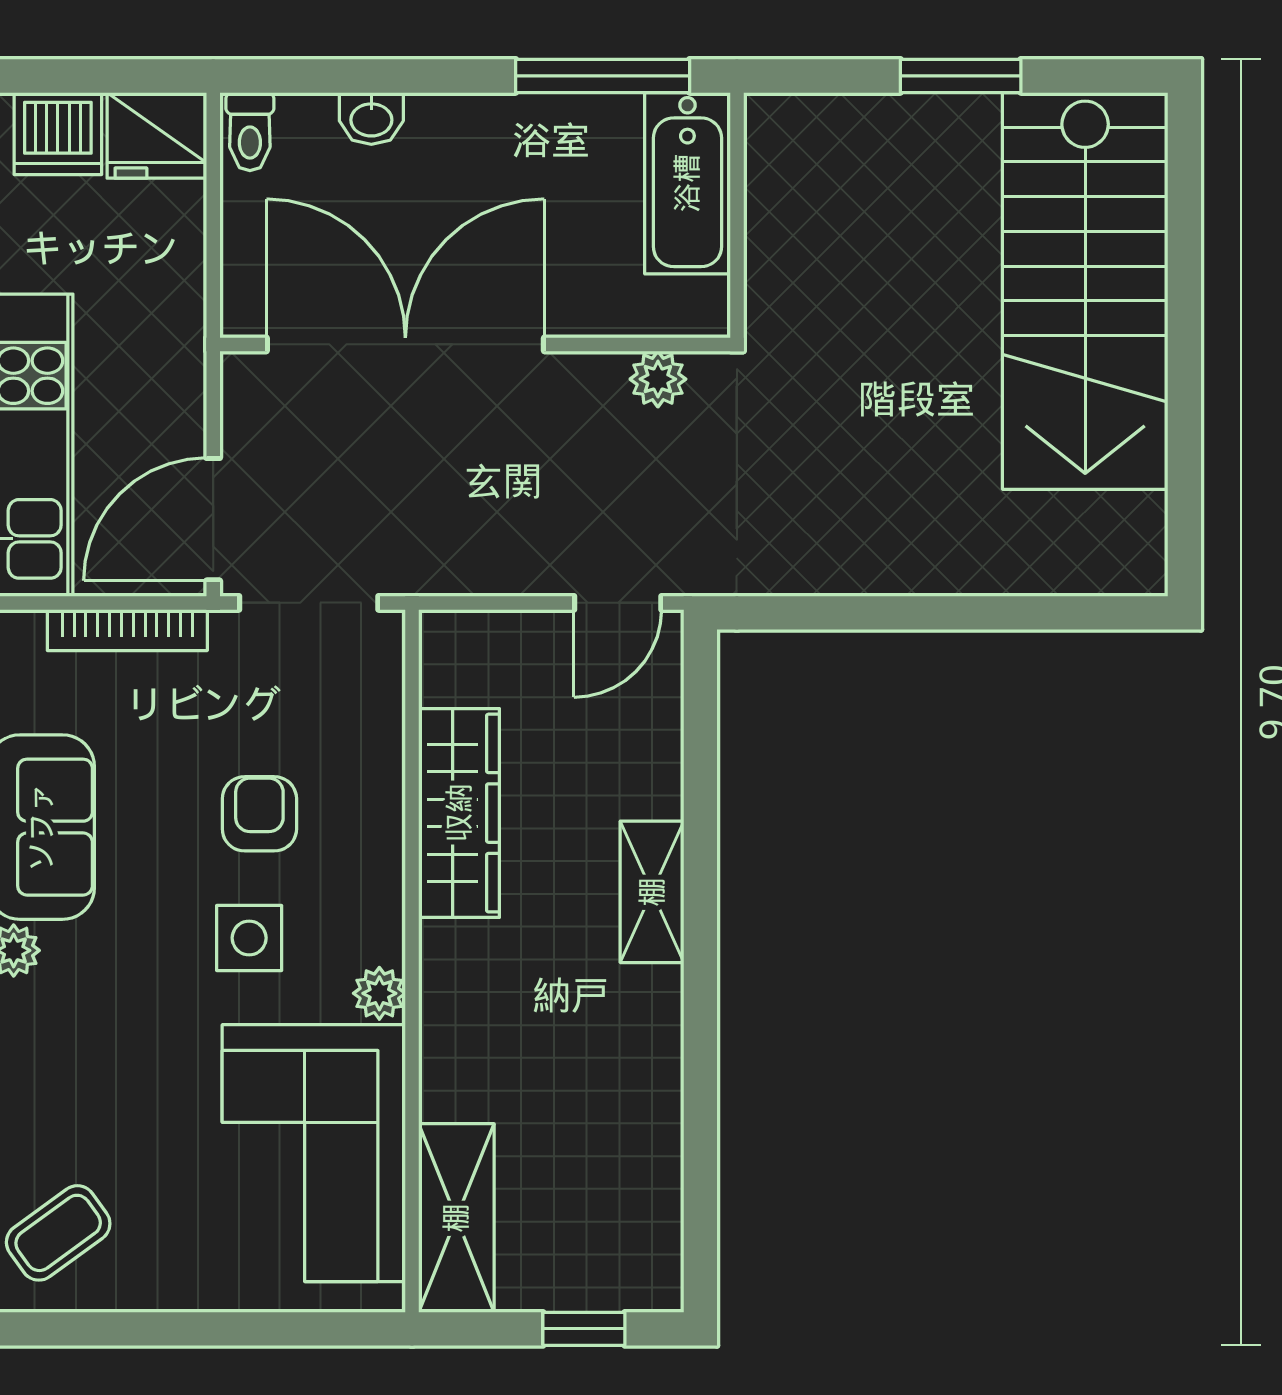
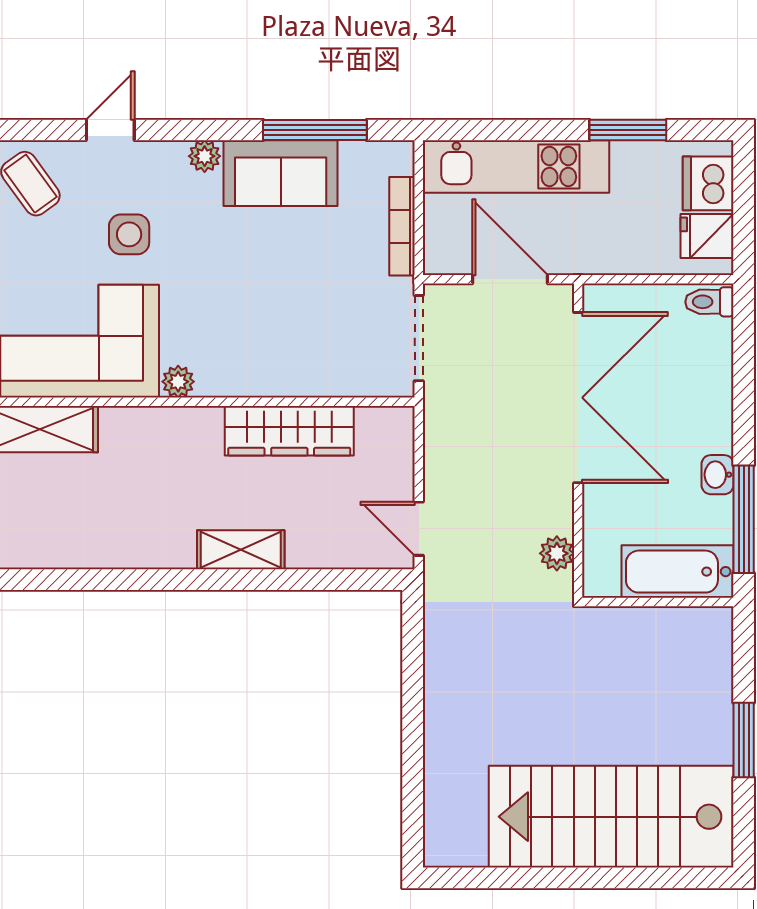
washbasin: (371, 118) -> (718, 475), moved
fridge: (157, 135) -> (707, 236), width x0.72
door: (213, 519) -> (510, 279), moved
armchair: (259, 814) -> (289, 308), removed
side table: (249, 938) -> (129, 234), moved

